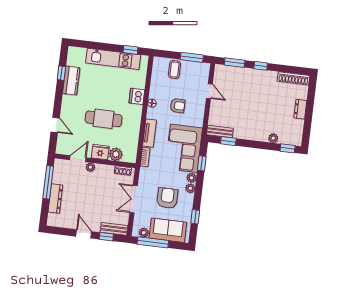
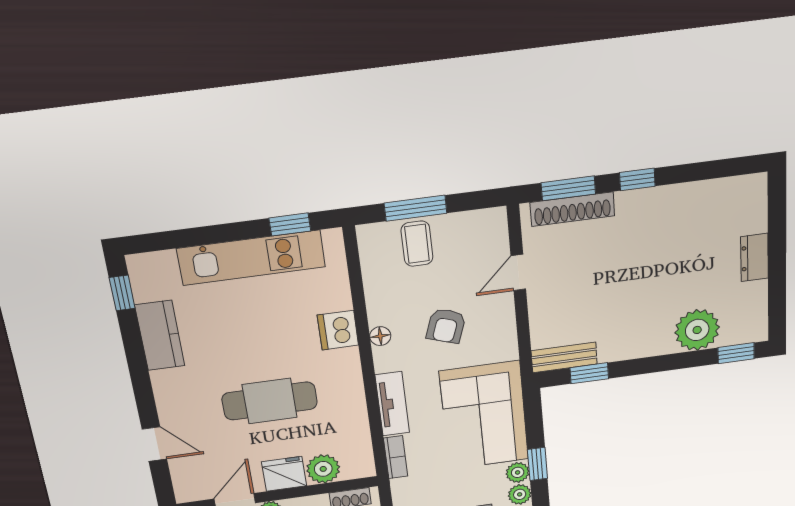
window: (192, 57) -> (416, 208), moved
window: (61, 73) -> (122, 293), moved
shoe rack: (294, 78) -> (572, 209), moved
door: (209, 91) -> (518, 273), swing flipped
armchair: (178, 106) -> (446, 326), turned 109
plant: (273, 138) -> (697, 330), width x1.87, depth x1.87
window: (202, 163) -> (537, 464), moved

